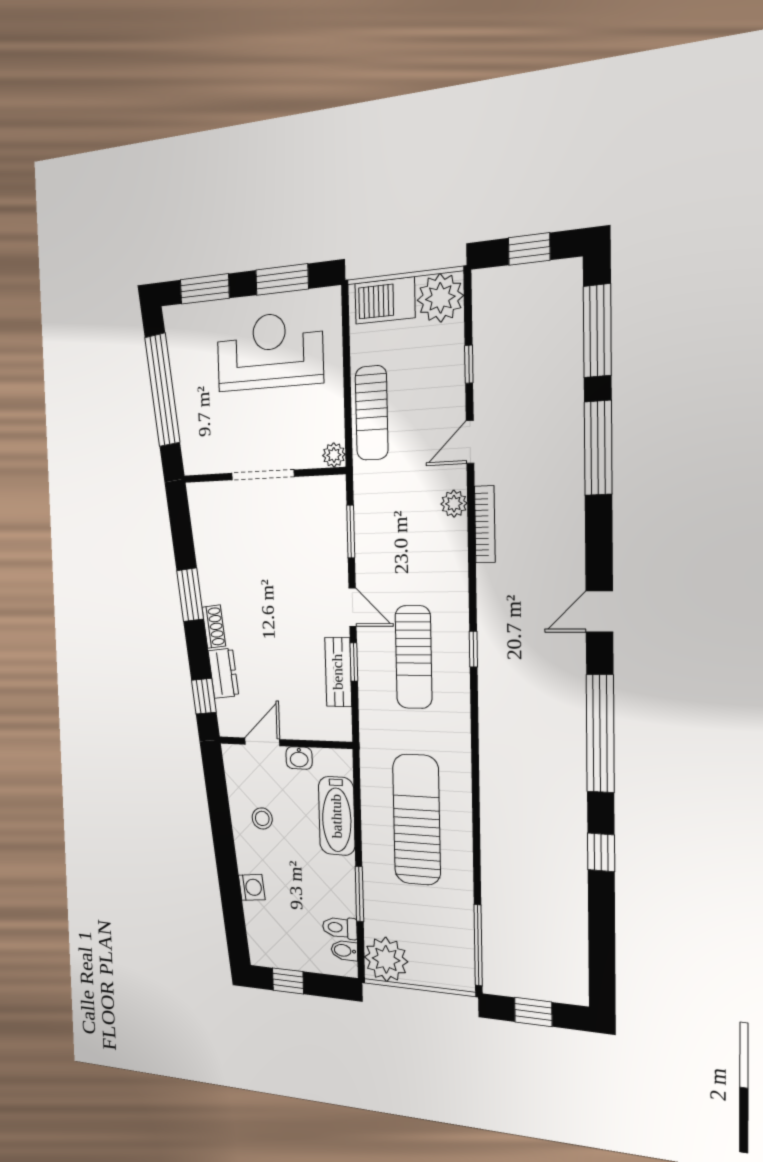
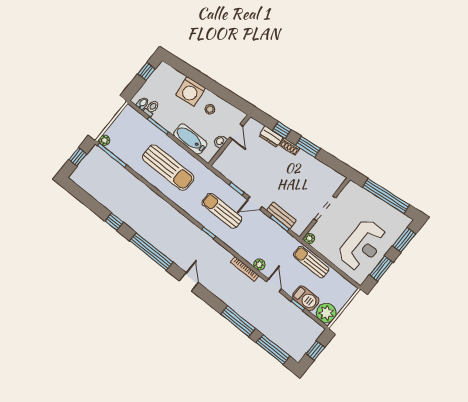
barbecue: (385, 301) -> (306, 298), moved, turned 90
bench: (338, 672) -> (281, 215), moved
window: (204, 696) -> (282, 130), moved
washing machine: (252, 887) -> (191, 92), width x1.89, depth x1.89
plant: (386, 959) -> (104, 140), moved, width x0.53, depth x0.53

